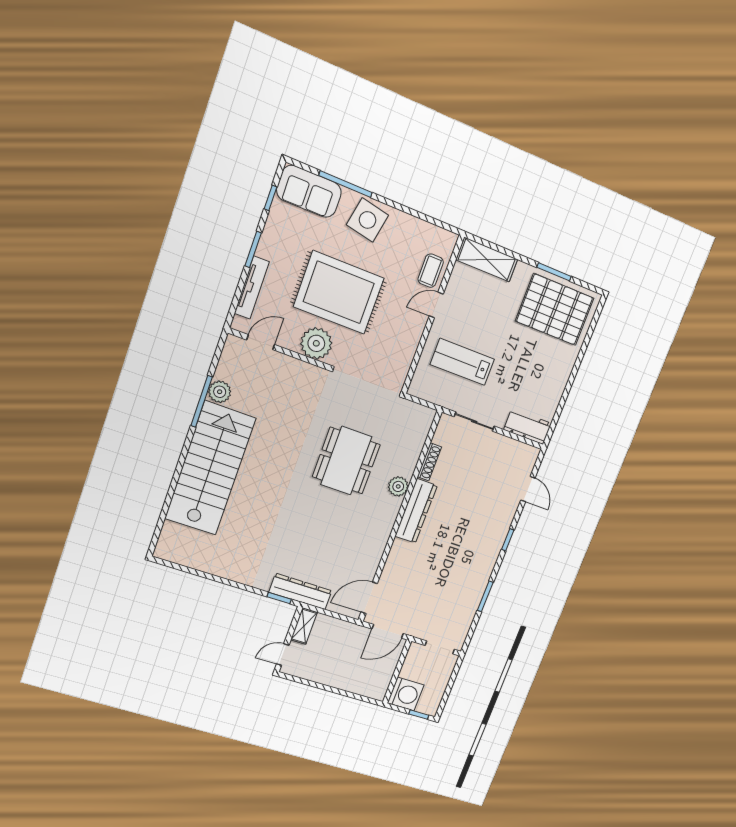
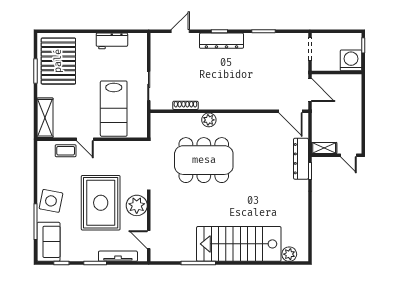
lab bench: (462, 362) -> (114, 109), width x1.36, depth x1.39
plant: (220, 392) -> (289, 254), moved
workbench: (528, 427) -> (112, 41), moved, turned -90
dining table: (346, 461) -> (204, 160), width x1.36, depth x1.24
dresser: (416, 511) -> (221, 41), moved, turned 180

